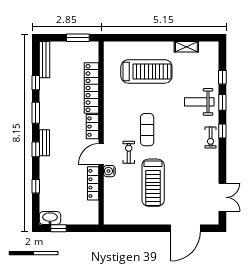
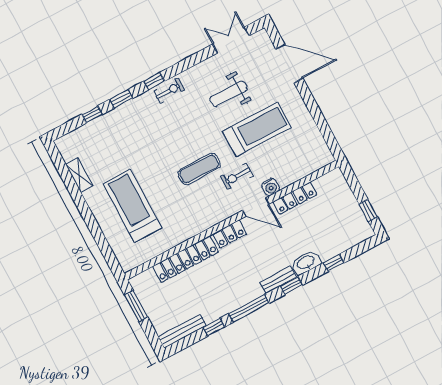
weight bench: (199, 102) -> (229, 94), moved, turned 90
window: (36, 113) -> (249, 308), width x1.44
washbasin: (50, 218) -> (306, 263), moved, turned 90

